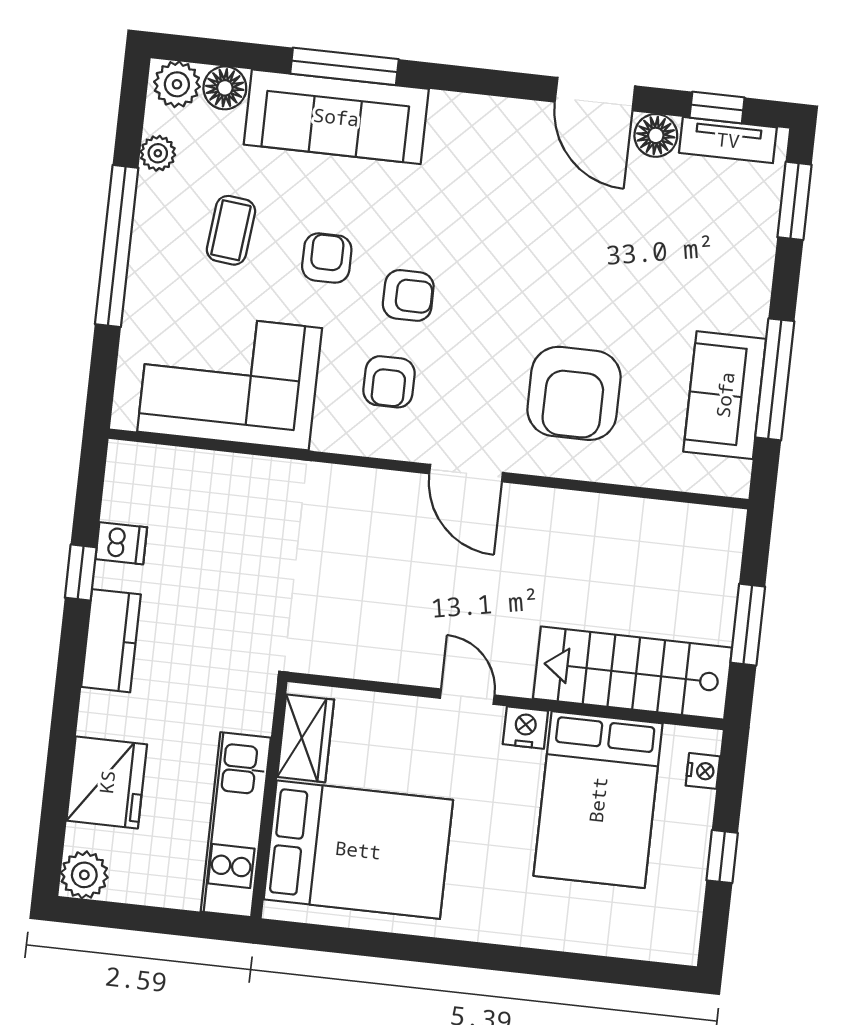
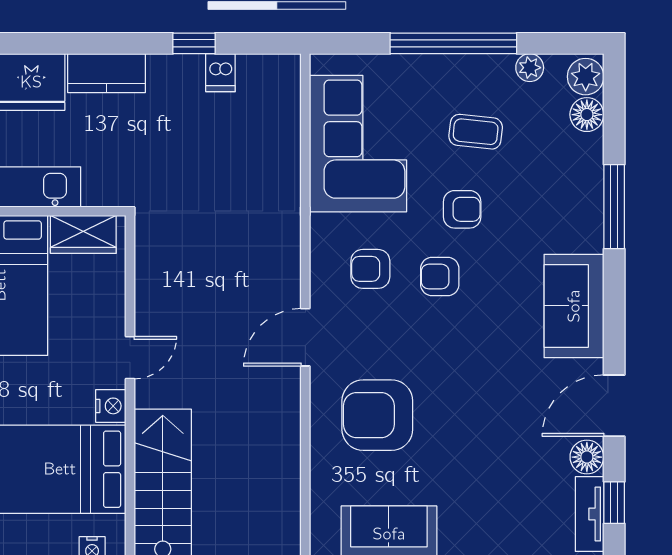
sofa: (336, 117) -> (574, 306), moved, width x0.73
armchair: (408, 295) -> (440, 277), turned 90
kitchen counter: (111, 641) -> (106, 73), moved

